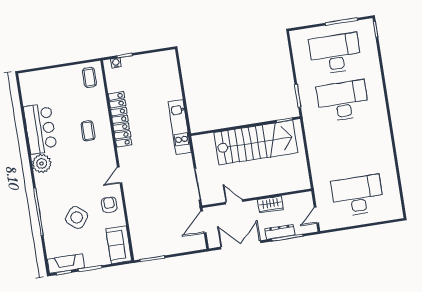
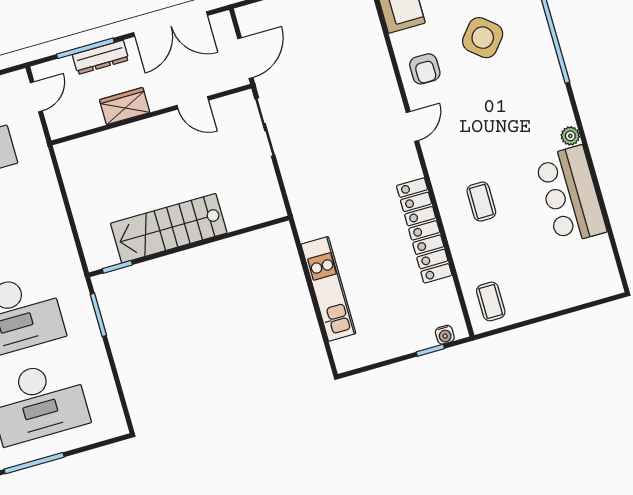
kitchen unit: (180, 127) -> (328, 289), moved
stairs: (256, 143) -> (169, 228), width x0.73, depth x0.66
plant: (42, 163) -> (570, 136), width x0.53, depth x0.53

